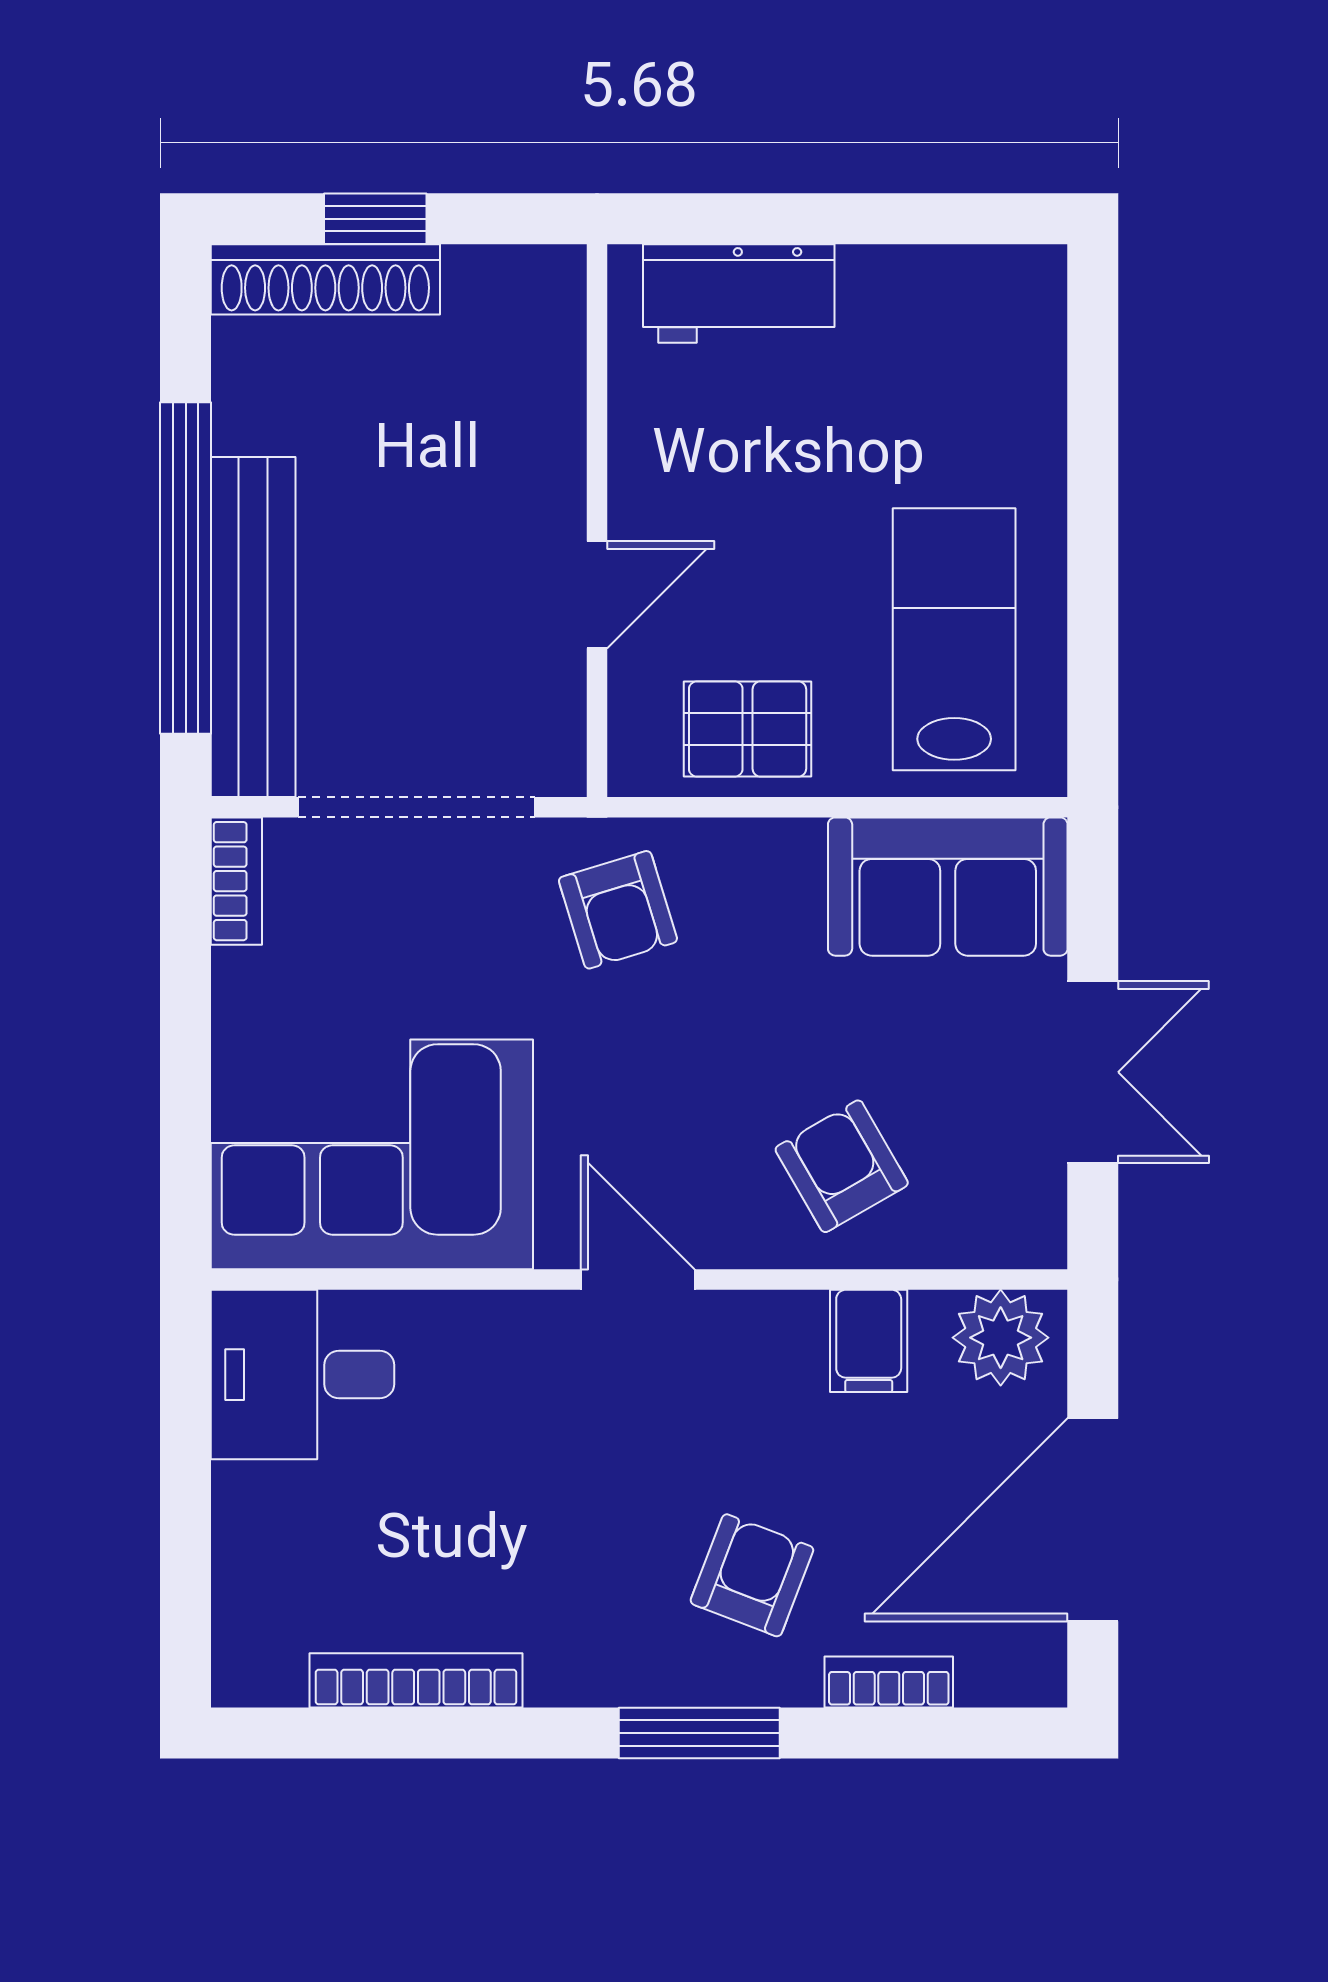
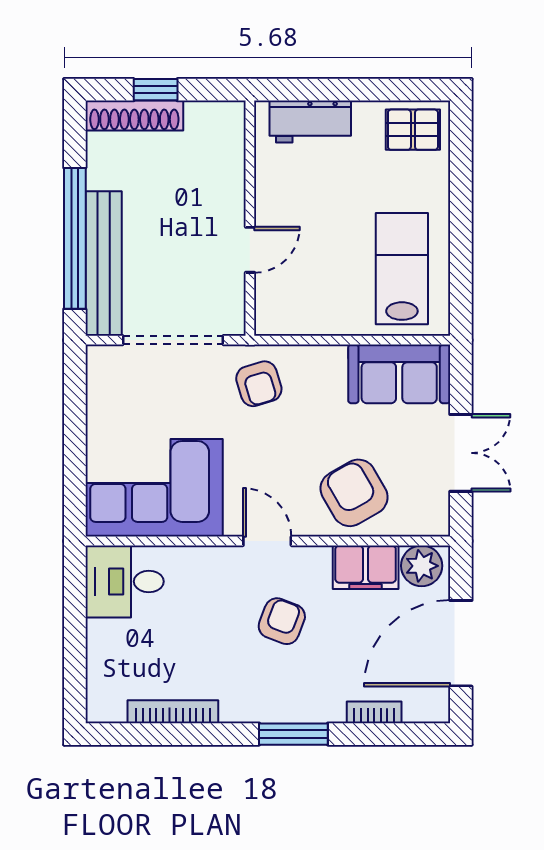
pallet: (748, 729) -> (413, 130), moved
bookcase: (236, 881) -> (96, 372), removed
armchair: (842, 1166) -> (354, 493), width x1.38, depth x1.38
filing cabinet: (869, 1341) -> (366, 567), width x2.00
armchair: (752, 1575) -> (282, 621), moved

